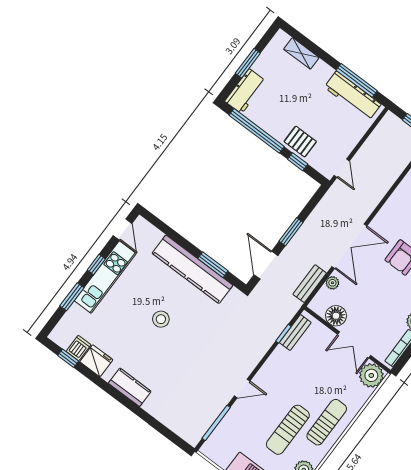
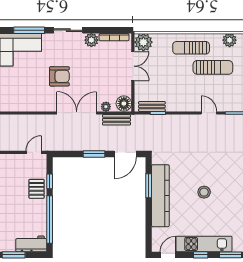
floor lamp: (336, 316) -> (124, 104), moved

